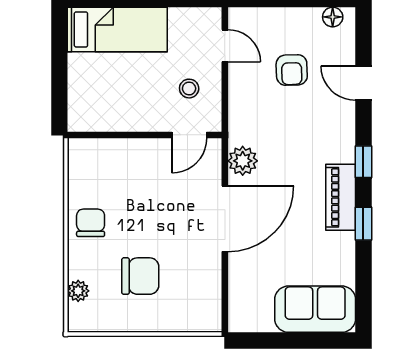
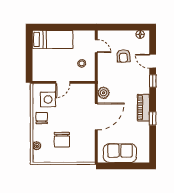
door: (189, 135) -> (63, 82), moved
window: (363, 162) -> (153, 81), moved
side table: (106, 177) -> (48, 99), added
chair: (140, 276) -> (62, 140), turned 90
sofa: (315, 309) -> (120, 153), moved

